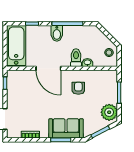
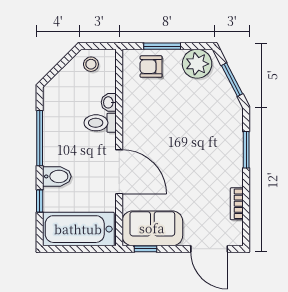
bidet: (57, 33) -> (57, 176), moved
door: (48, 68) -> (119, 172), hinge flipped
armchair: (78, 88) -> (151, 67), moved
sofa: (66, 128) -> (152, 228), moved, turned 90

